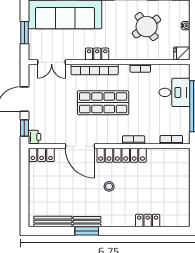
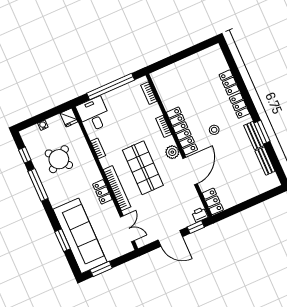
window: (24, 33) -> (101, 269), moved
desk: (174, 92) -> (94, 114), moved
plant: (105, 137) -> (172, 152), added
locker: (121, 221) -> (239, 106), added
bench: (53, 222) -> (265, 161), width x0.73

